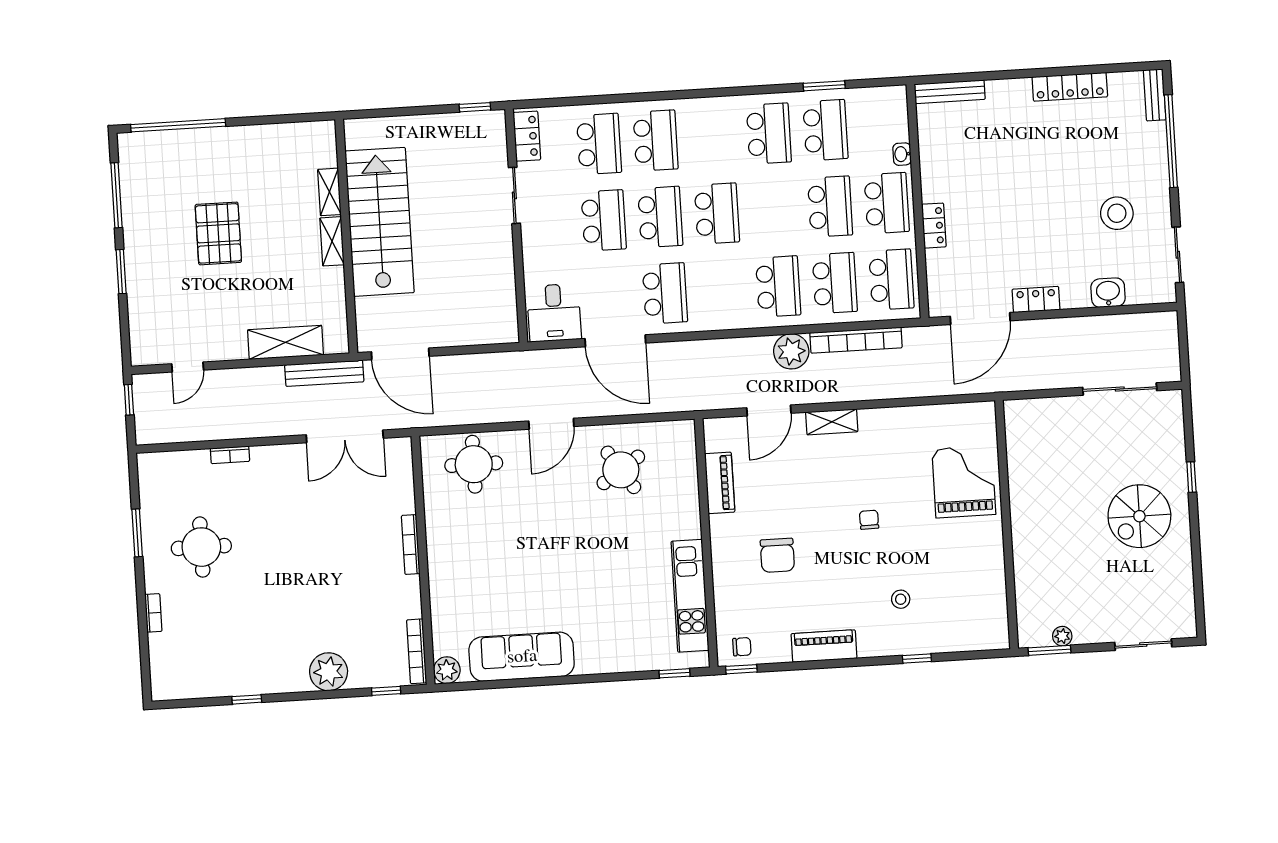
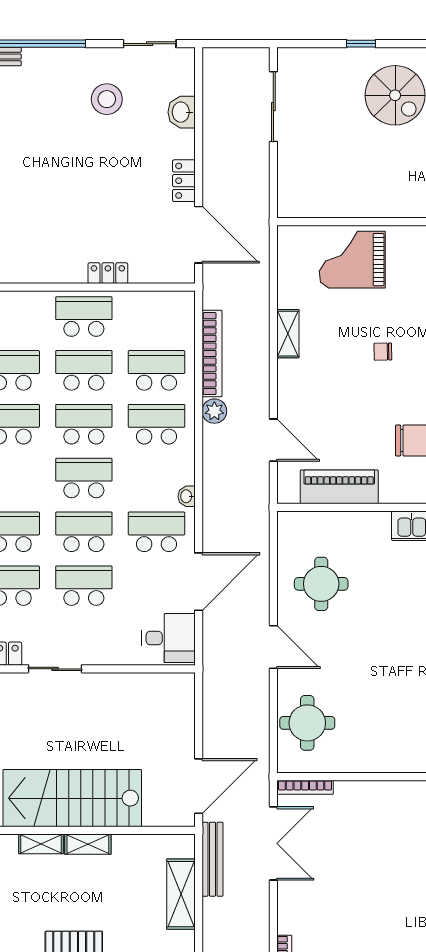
washbasin: (902, 154) -> (187, 496), moved, turned 90
school desk: (891, 280) -> (84, 424), moved
plant: (791, 351) -> (214, 411), width x0.73, depth x0.73
shelving: (832, 422) -> (288, 334), moved
round table: (621, 470) -> (321, 584), turned 34
piano: (720, 483) -> (339, 487), width x1.37, depth x1.33
bookcase: (411, 545) -> (305, 787), moved

